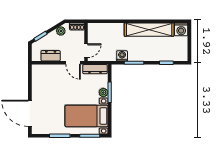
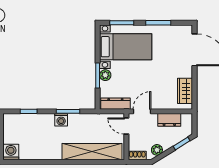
shelving: (149, 30) -> (92, 152), moved
door: (86, 51) -> (126, 126), hinge flipped
washing machine: (122, 56) -> (61, 120), moved
door: (73, 63) -> (142, 111), hinge flipped
wardrobe: (38, 80) -> (185, 91), added

